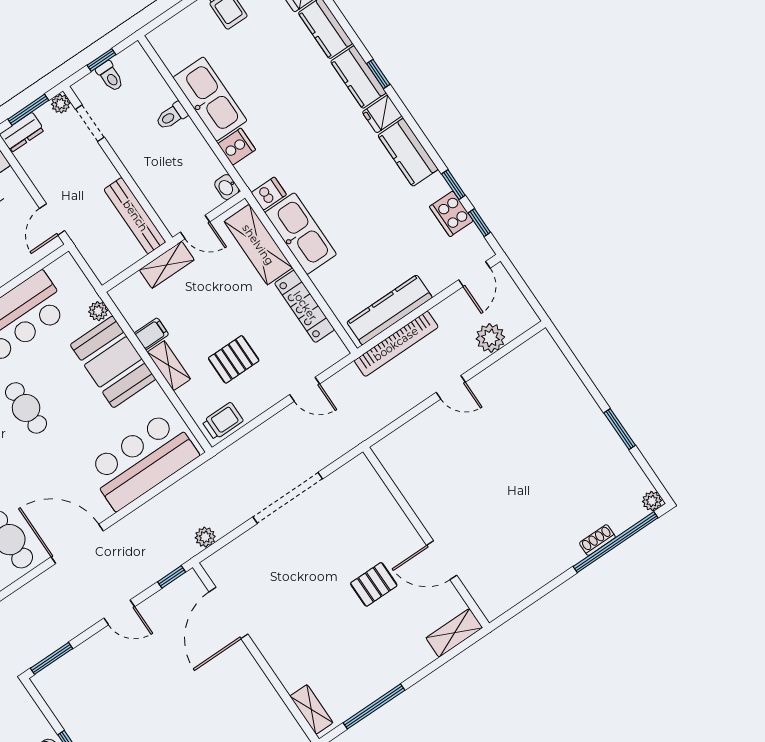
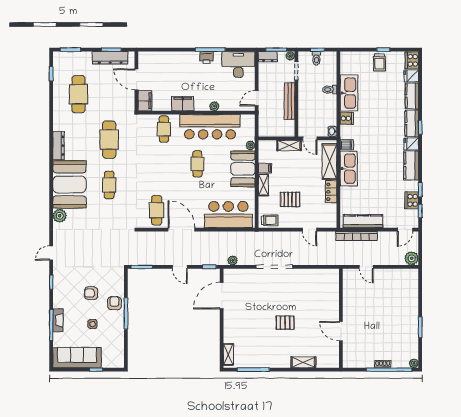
bench: (135, 216) -> (290, 101), moved
locker: (305, 306) -> (331, 192), width x0.66
plant: (490, 338) -> (412, 258), moved
wall: (426, 537) -> (341, 318), moved
door: (442, 560) -> (341, 331), moved

